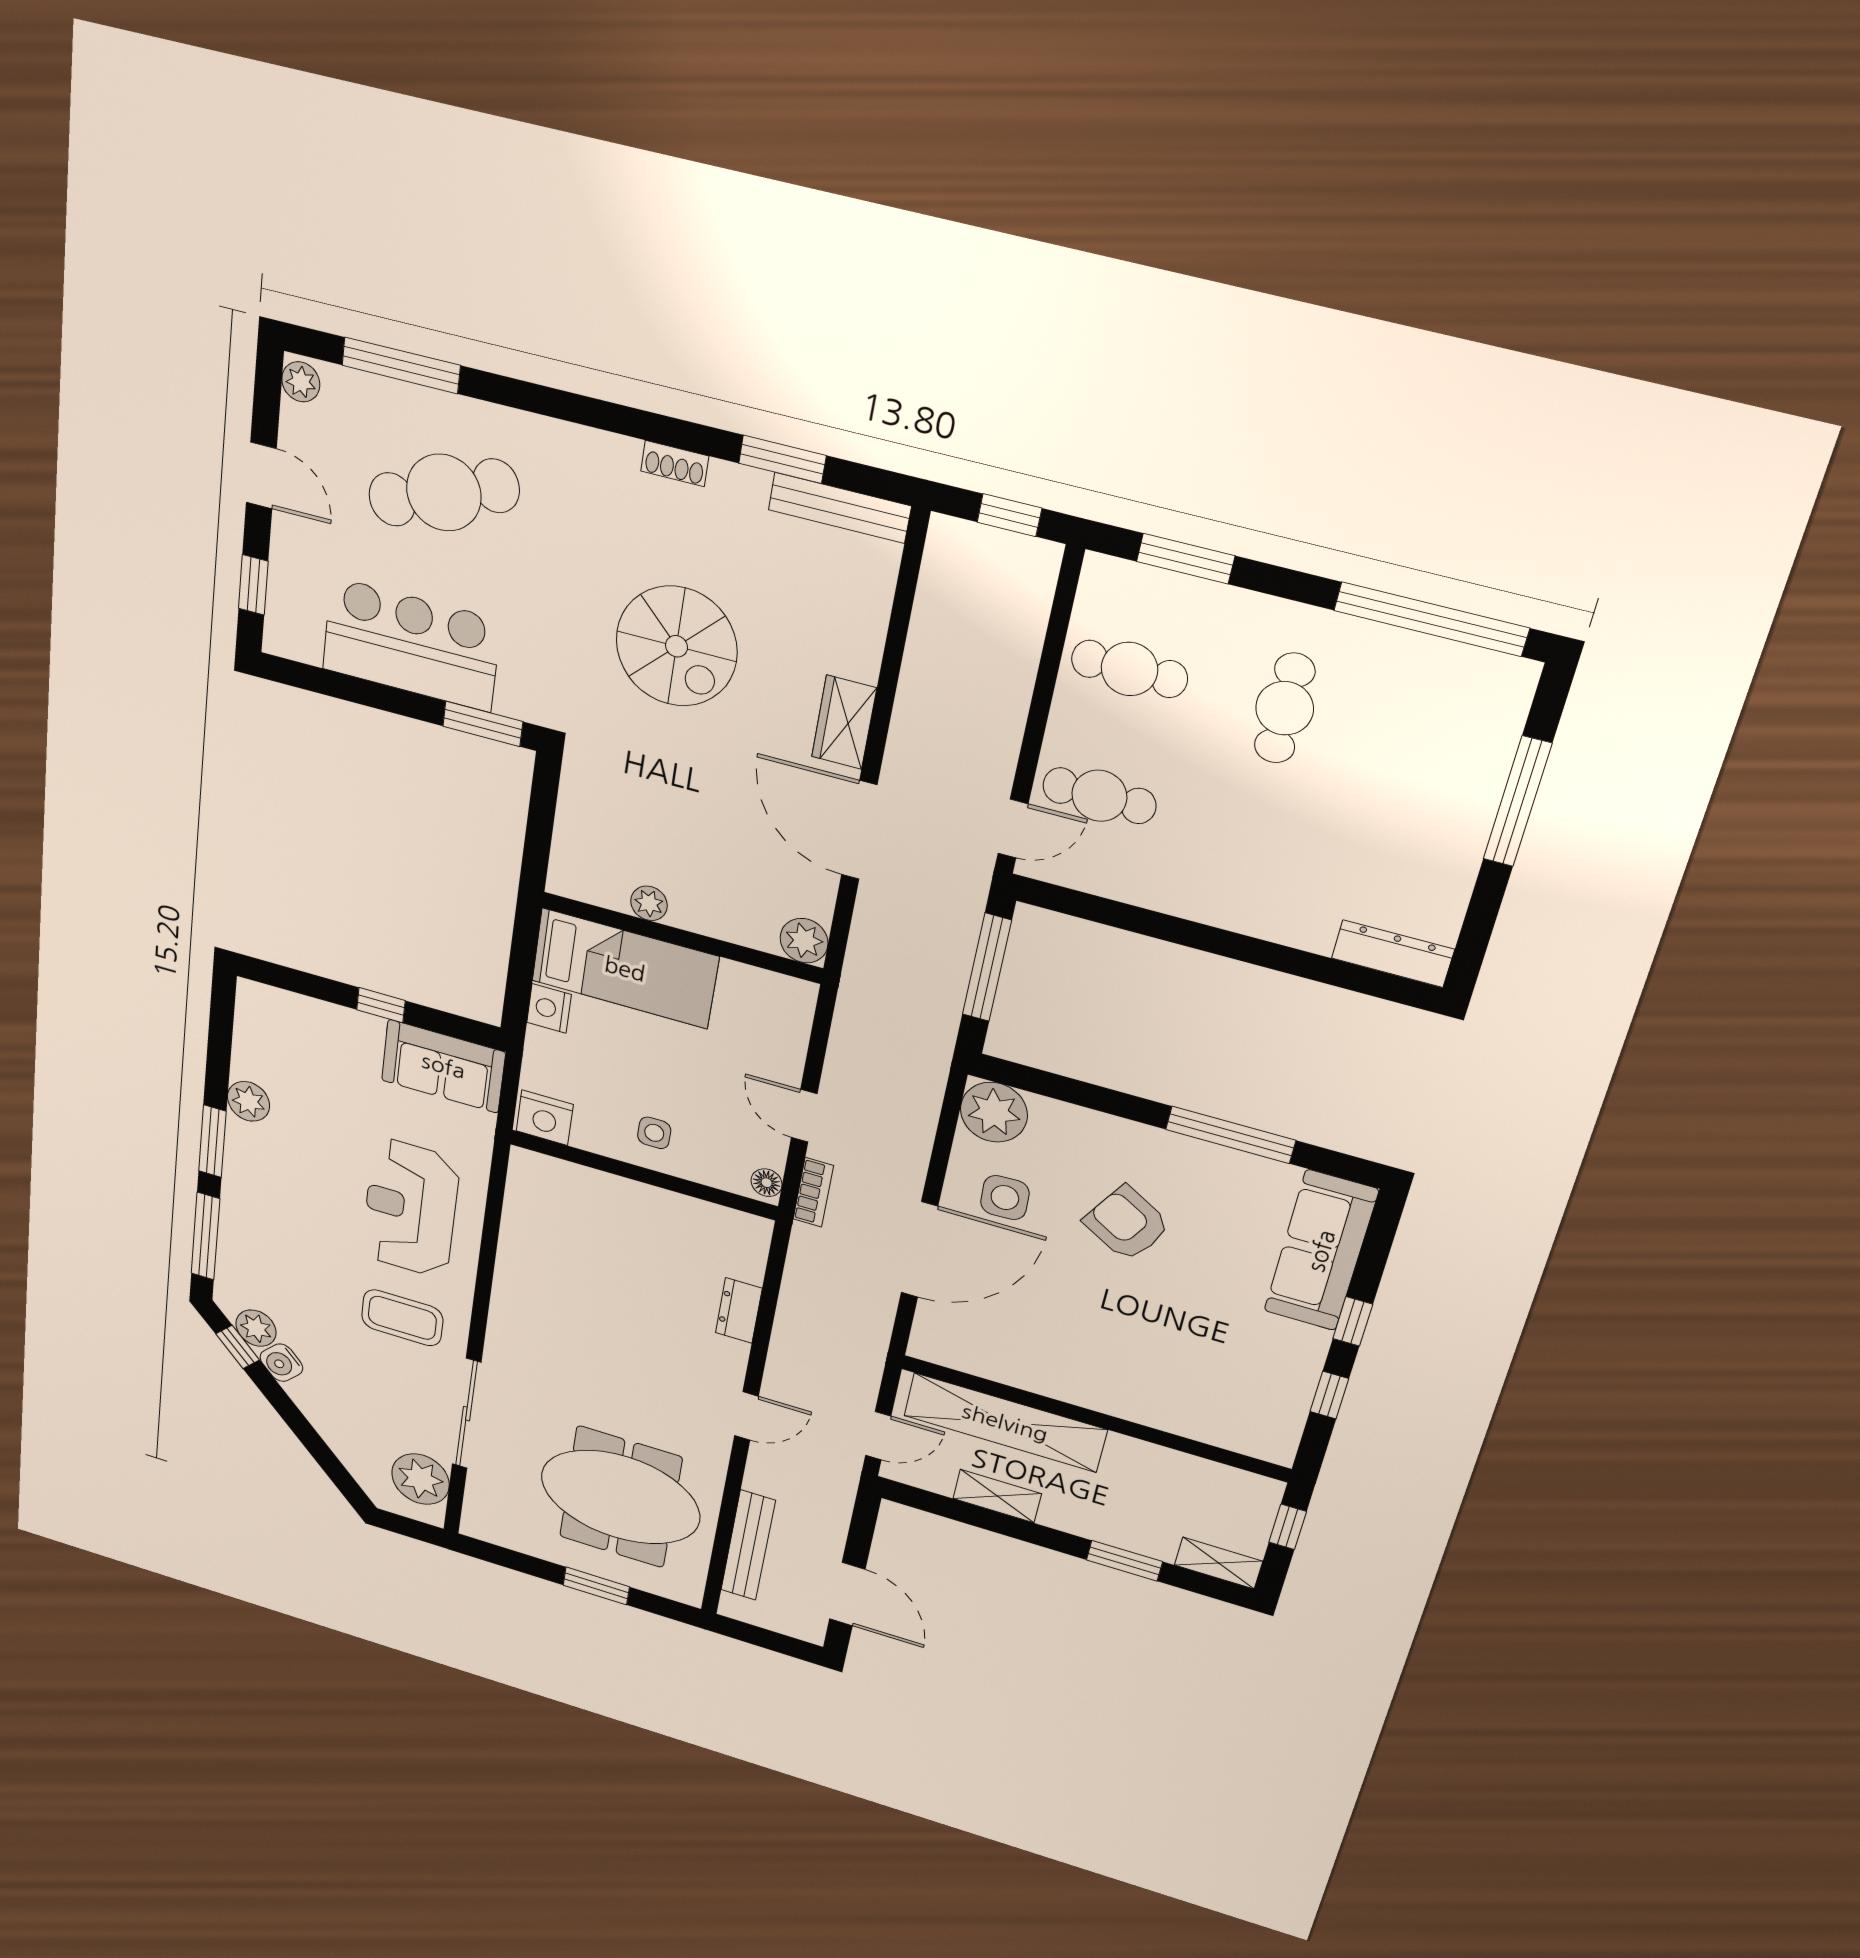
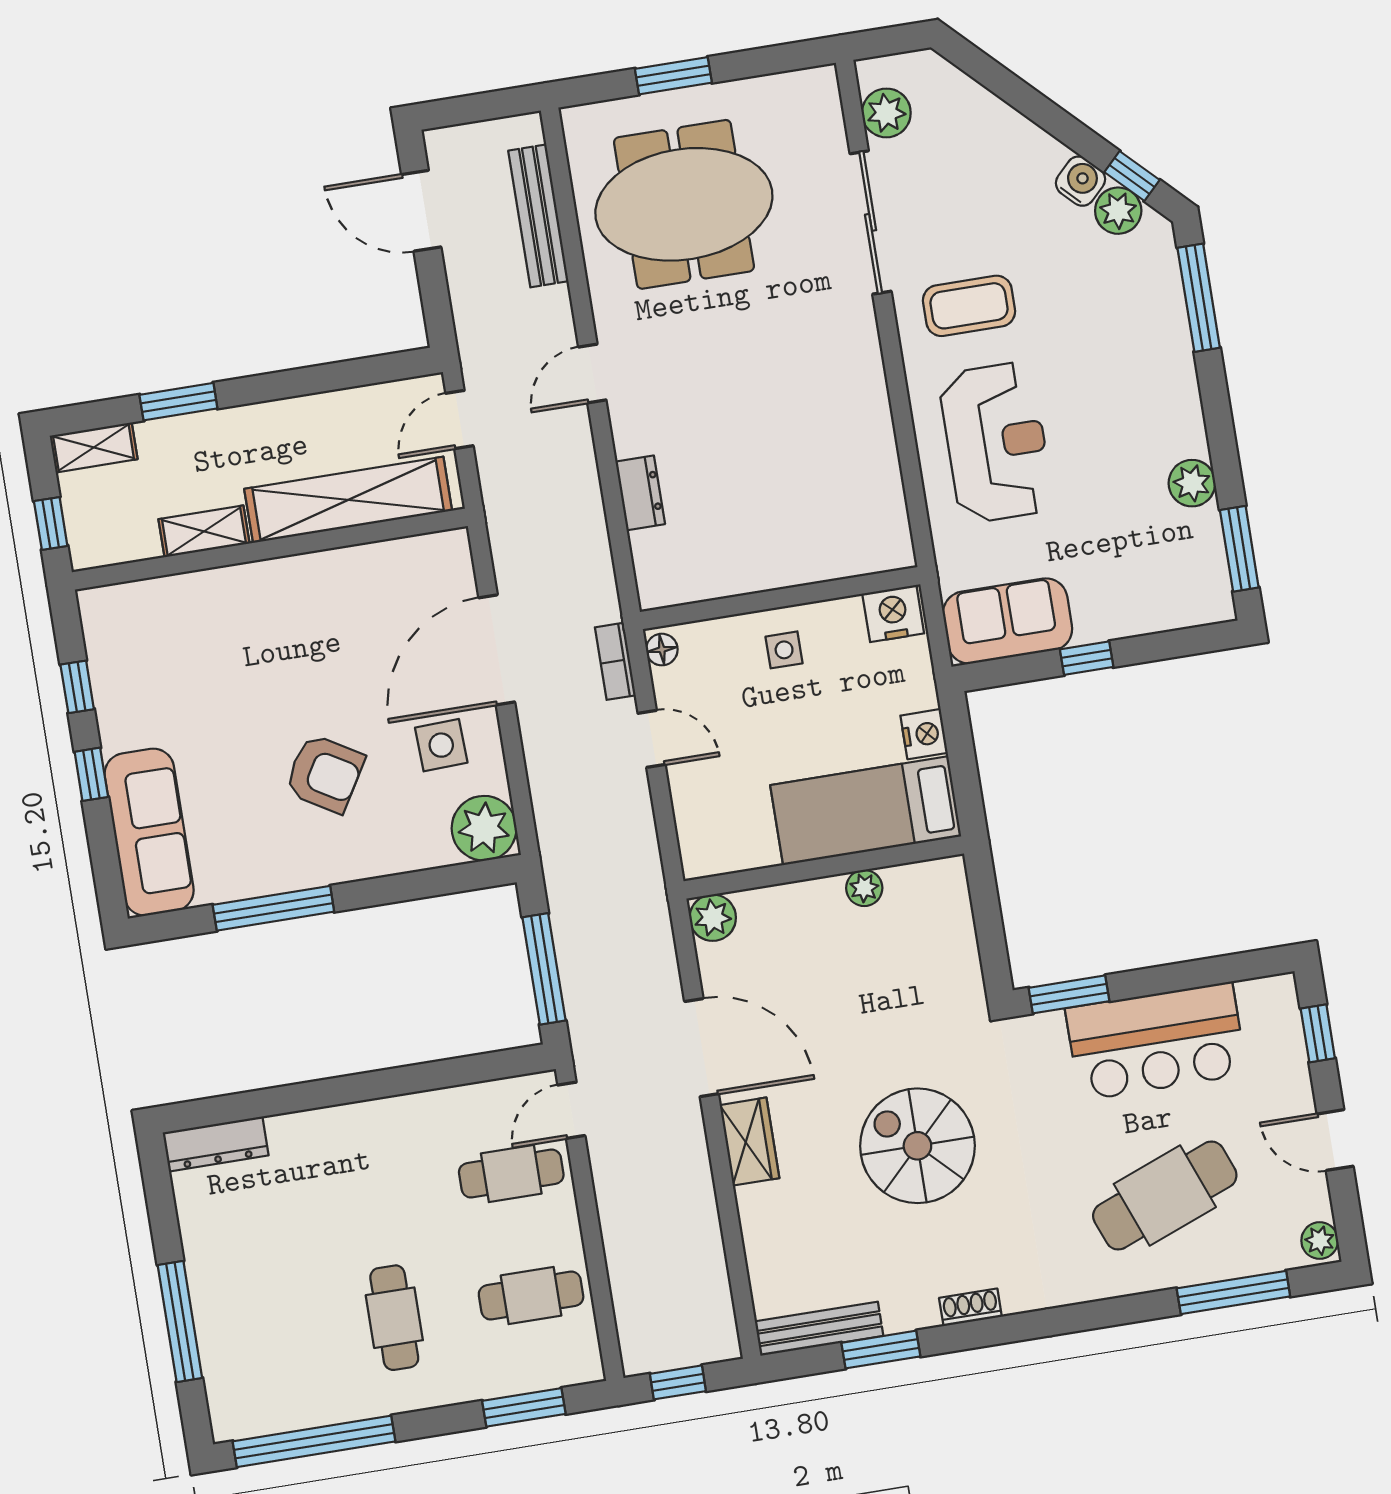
window: (212, 1141) -> (1239, 549), moved
plant: (421, 1479) -> (886, 113), width x0.73, depth x0.73
shelving: (997, 1496) -> (204, 531), moved

